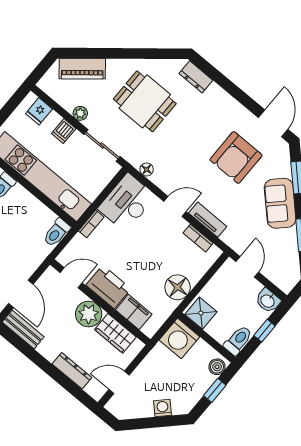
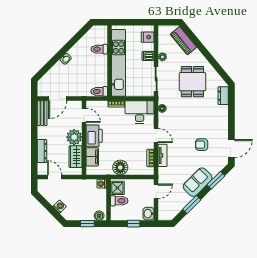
armchair: (236, 158) -> (202, 145), width x0.53, depth x0.53
washing machine: (179, 338) -> (102, 184), width x0.53, depth x0.53
toilet: (238, 340) -> (119, 201), moved

